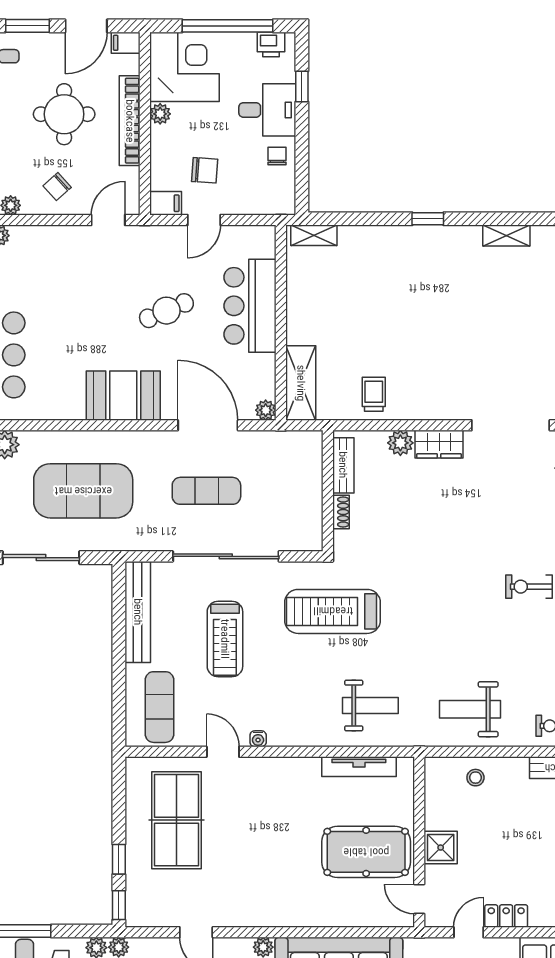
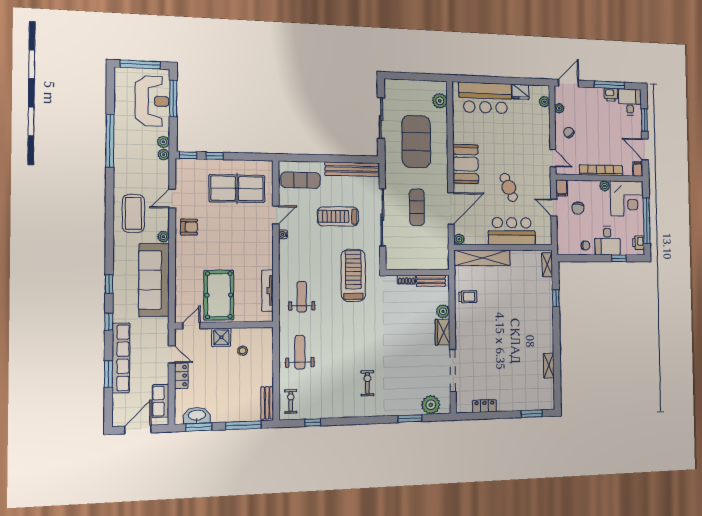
round table: (64, 114) -> (603, 137), removed
window: (428, 219) -> (556, 298), moved
shelving: (301, 383) -> (482, 258), width x1.47
weight bench: (370, 706) -> (302, 297), turned 180
stool: (475, 778) -> (243, 351), moved
armchair: (246, 903) -> (189, 227), added

